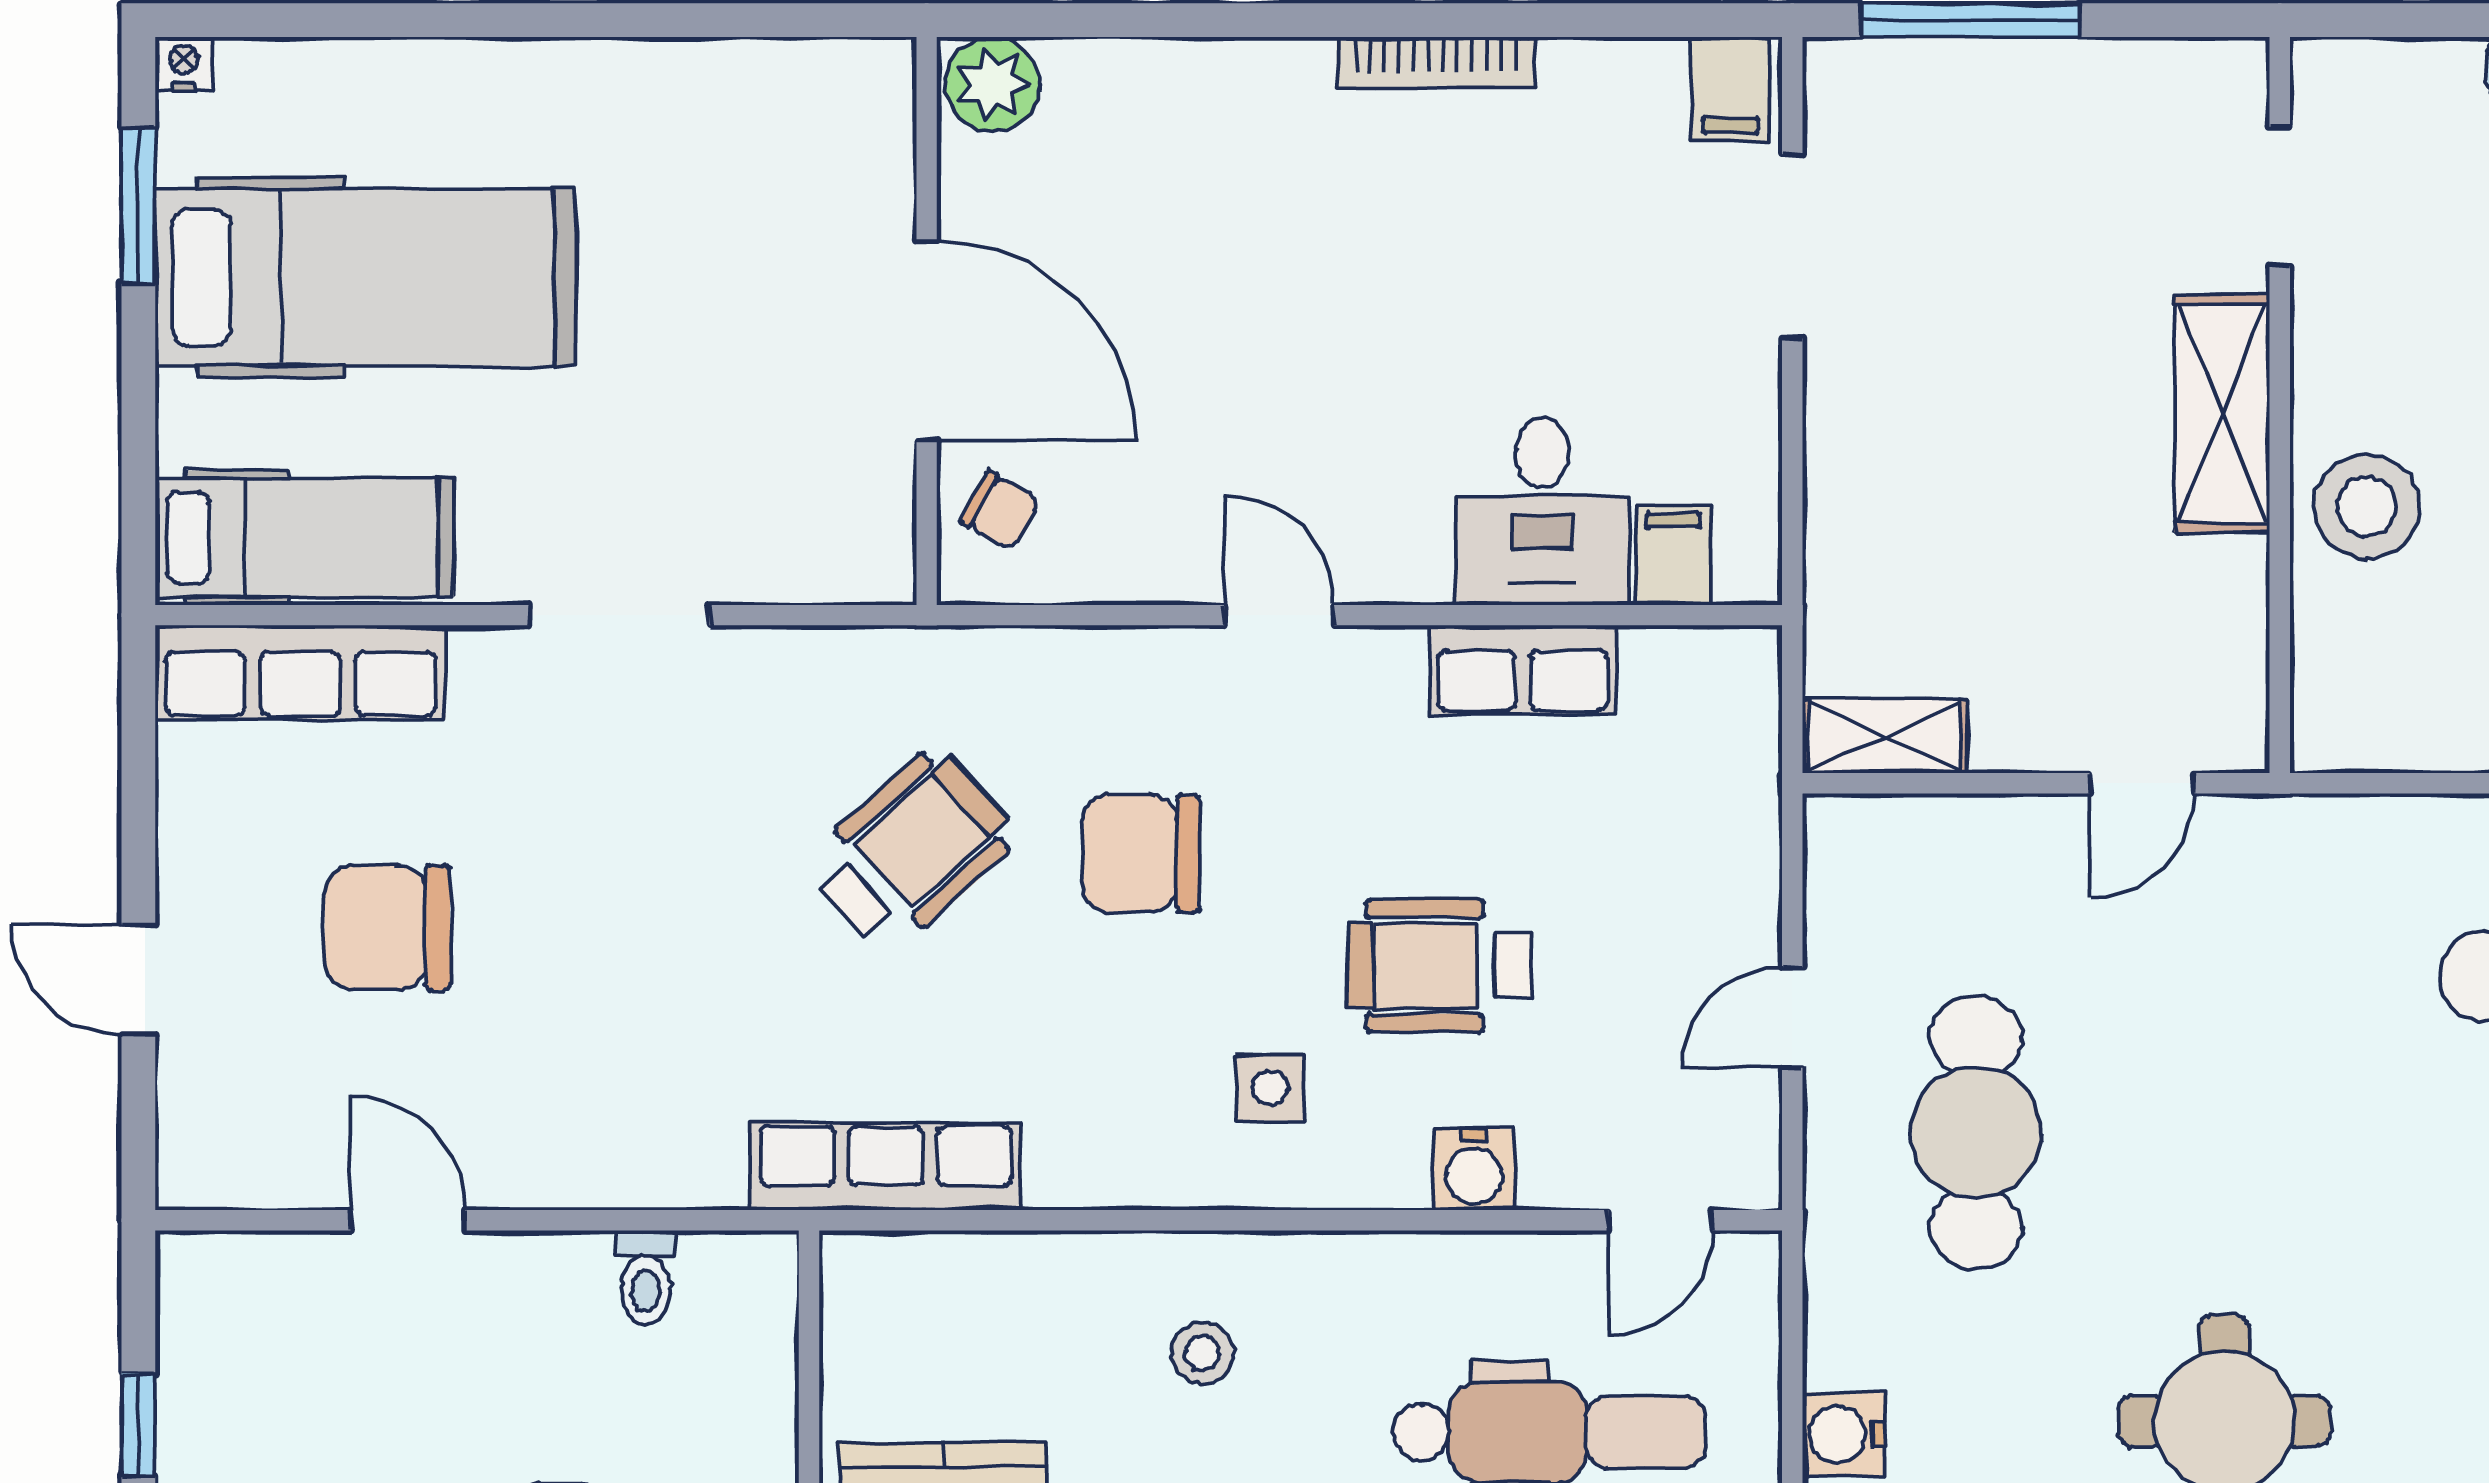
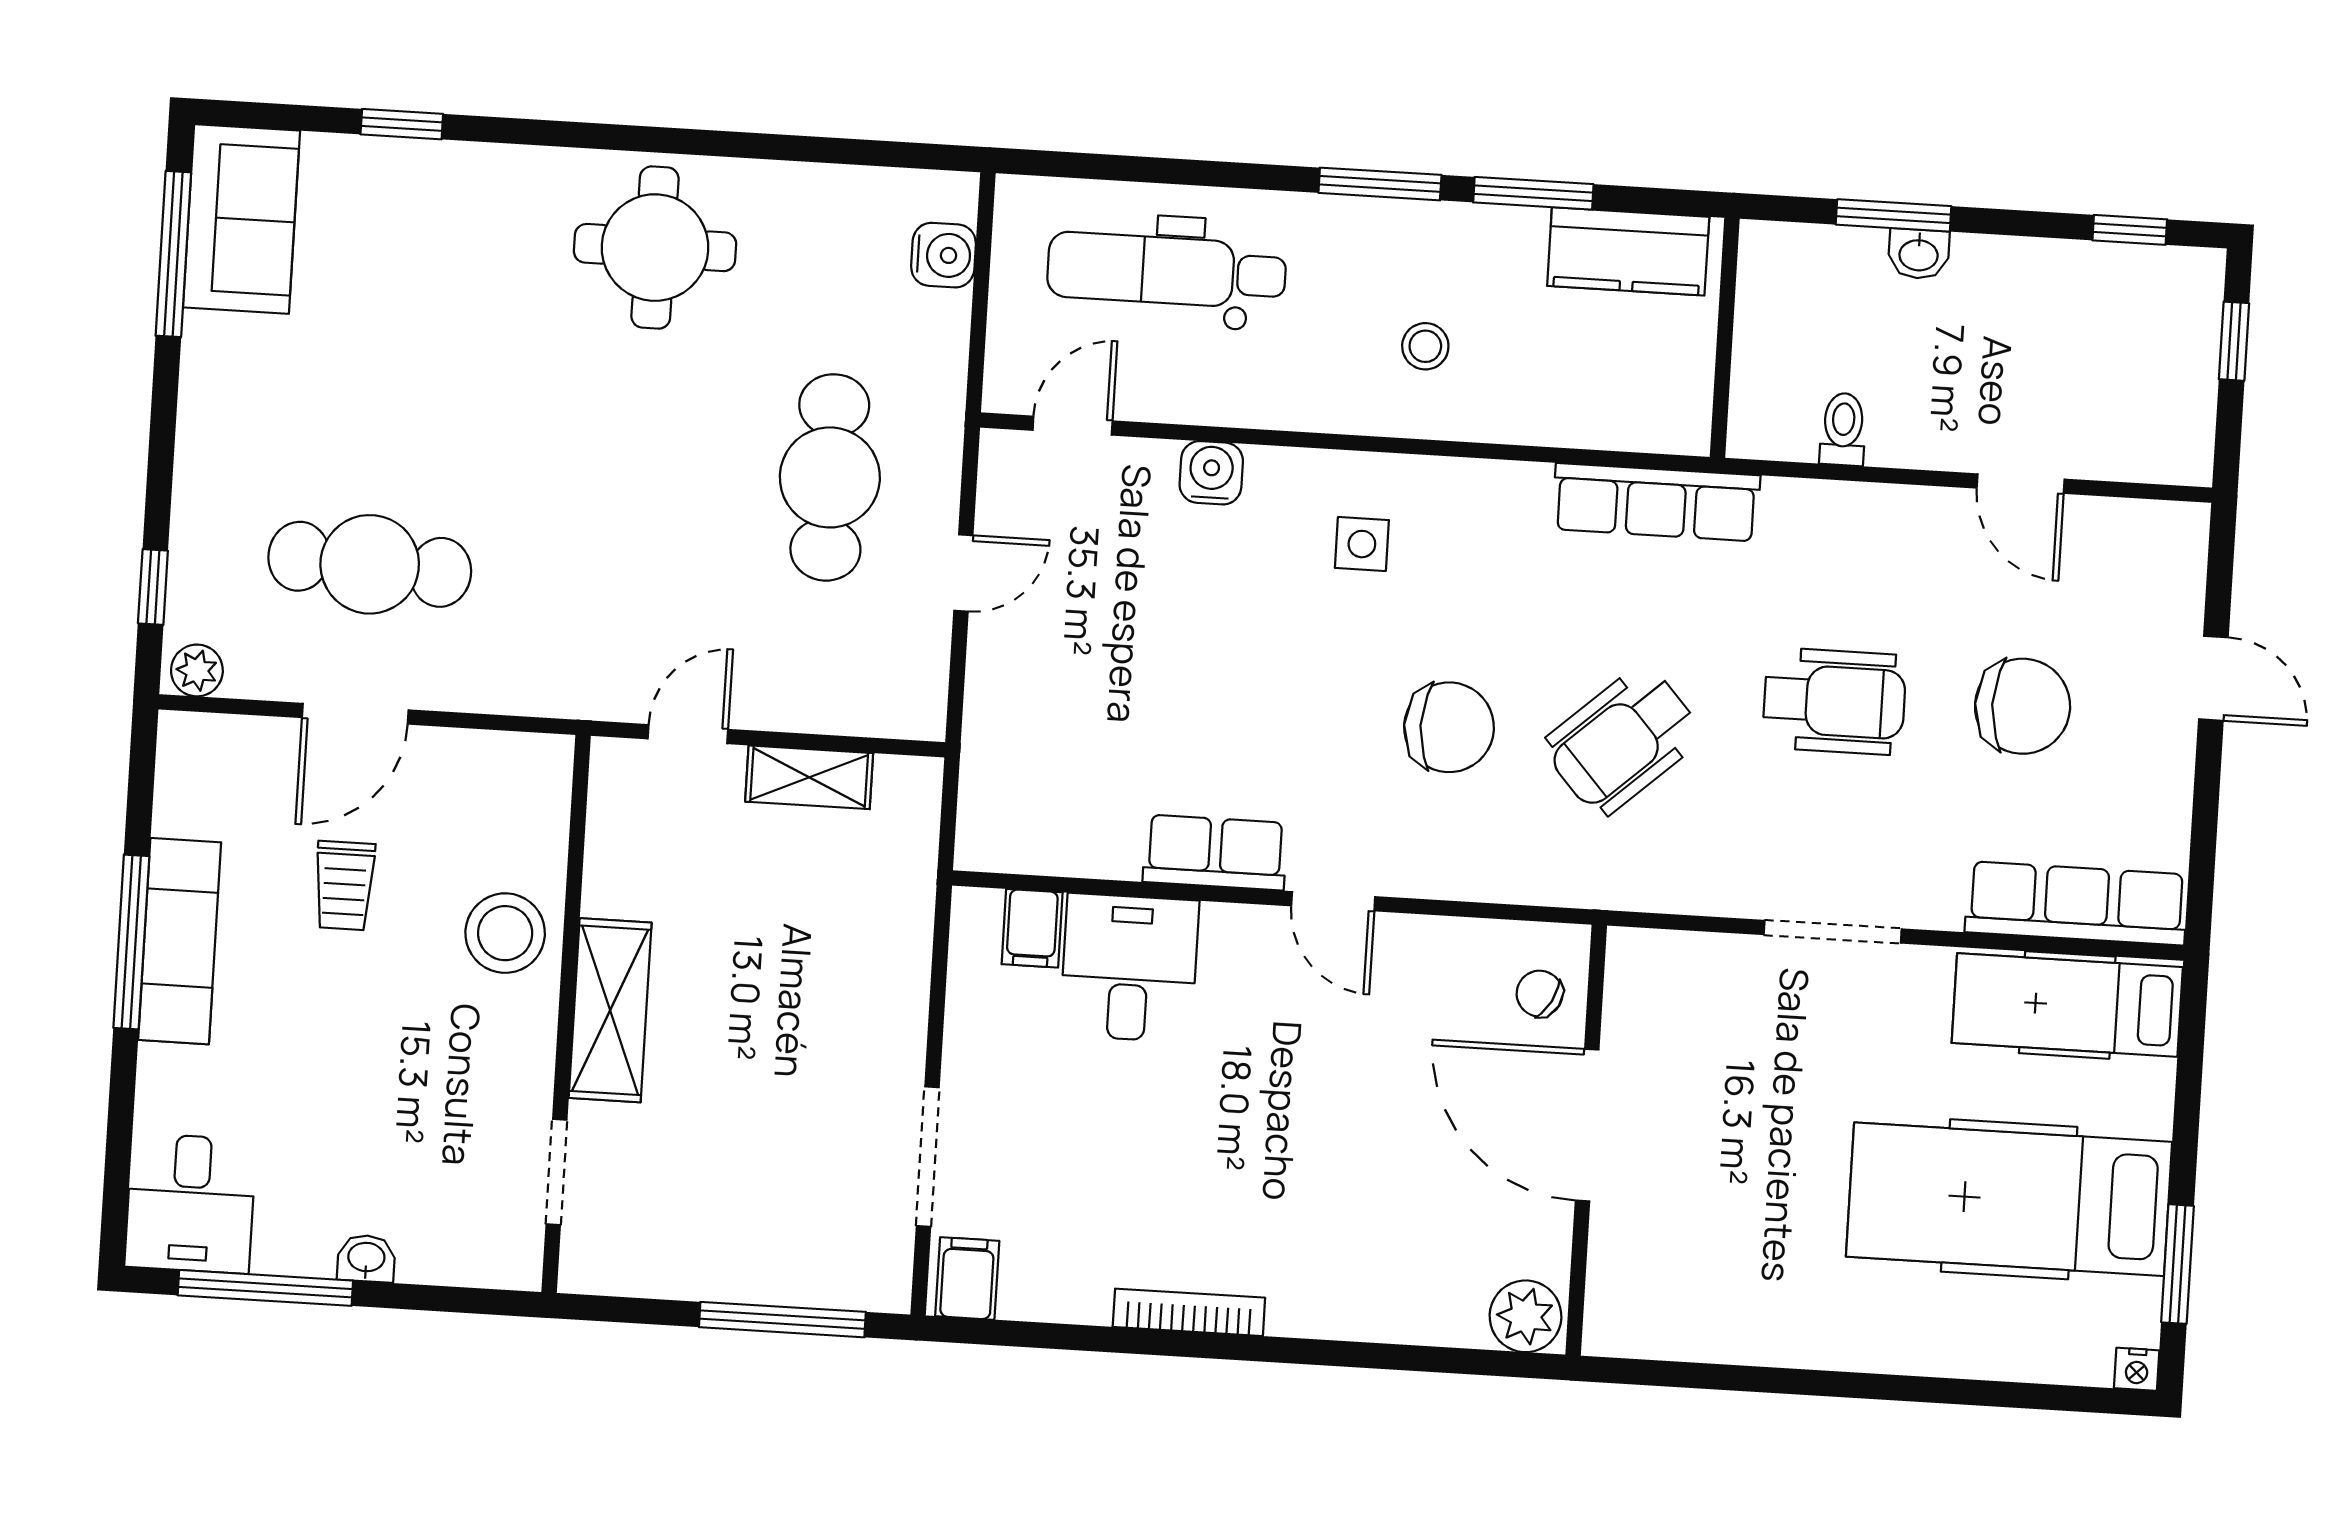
row of seats: (1523, 670) -> (1215, 852), moved
shelving: (1885, 736) -> (809, 777), moved
wheelchair: (1439, 966) -> (1834, 701), moved

